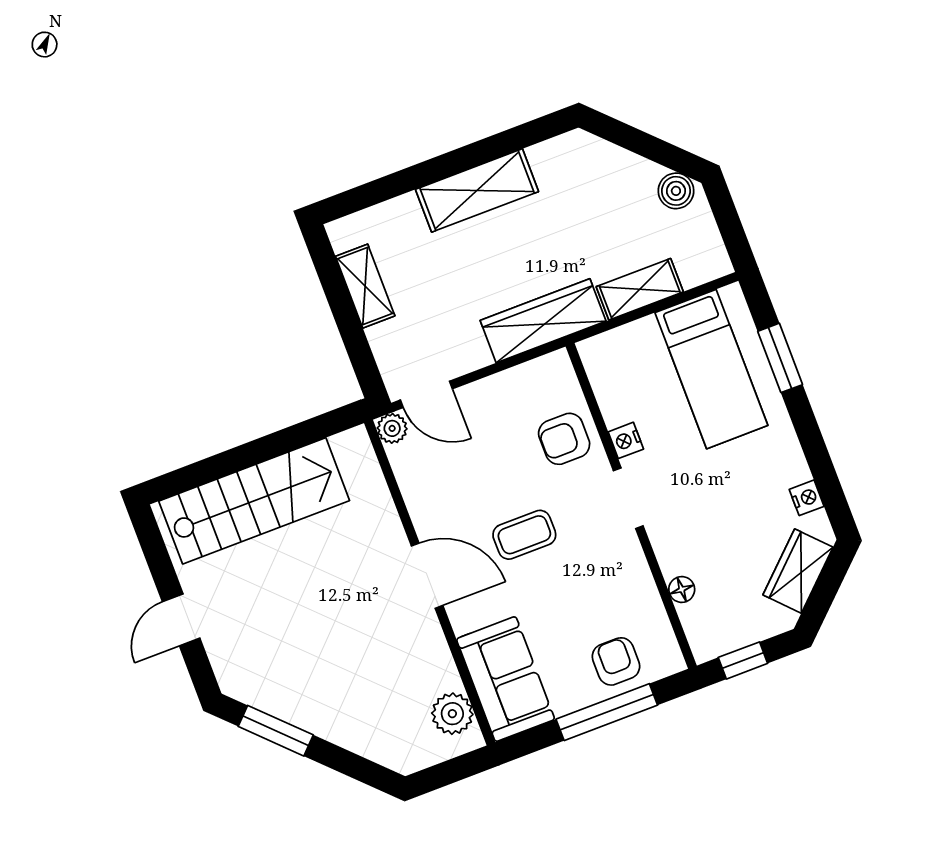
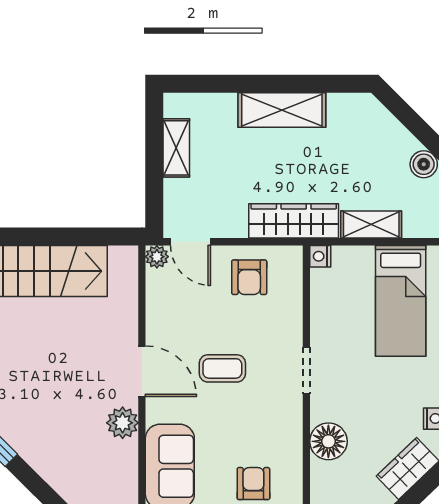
armchair: (564, 439) -> (249, 277), moved, turned -90
nightstand: (626, 440) -> (320, 256), moved
floor lamp: (682, 589) -> (328, 441), width x1.89, depth x1.89
plant: (452, 714) -> (123, 423), moved

